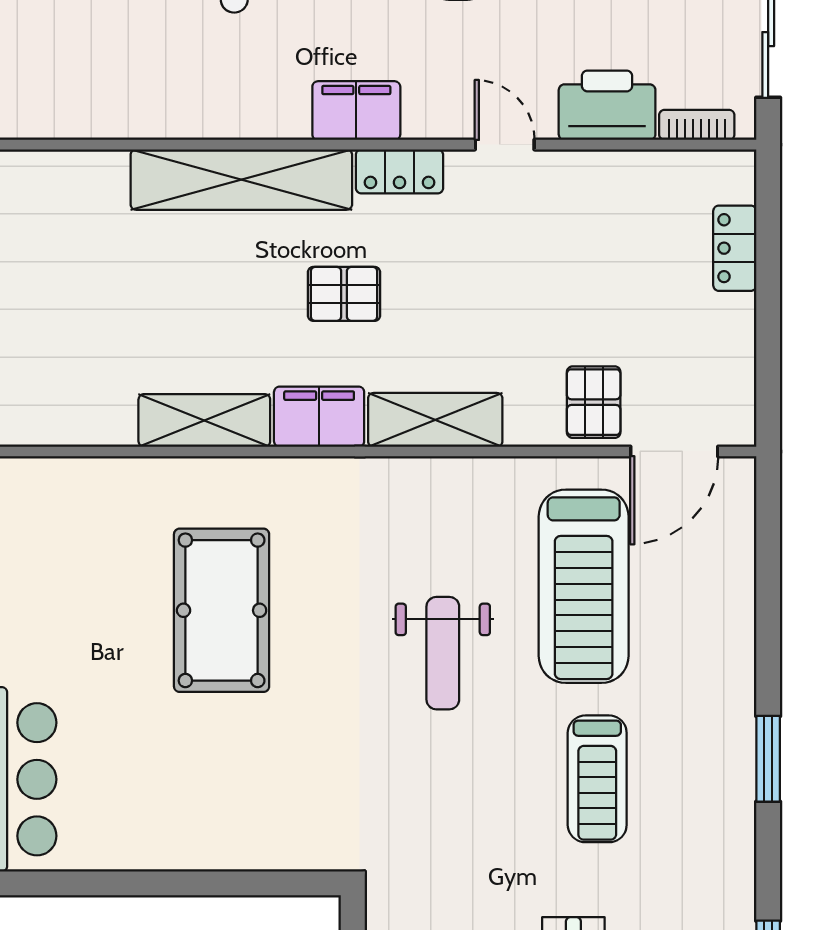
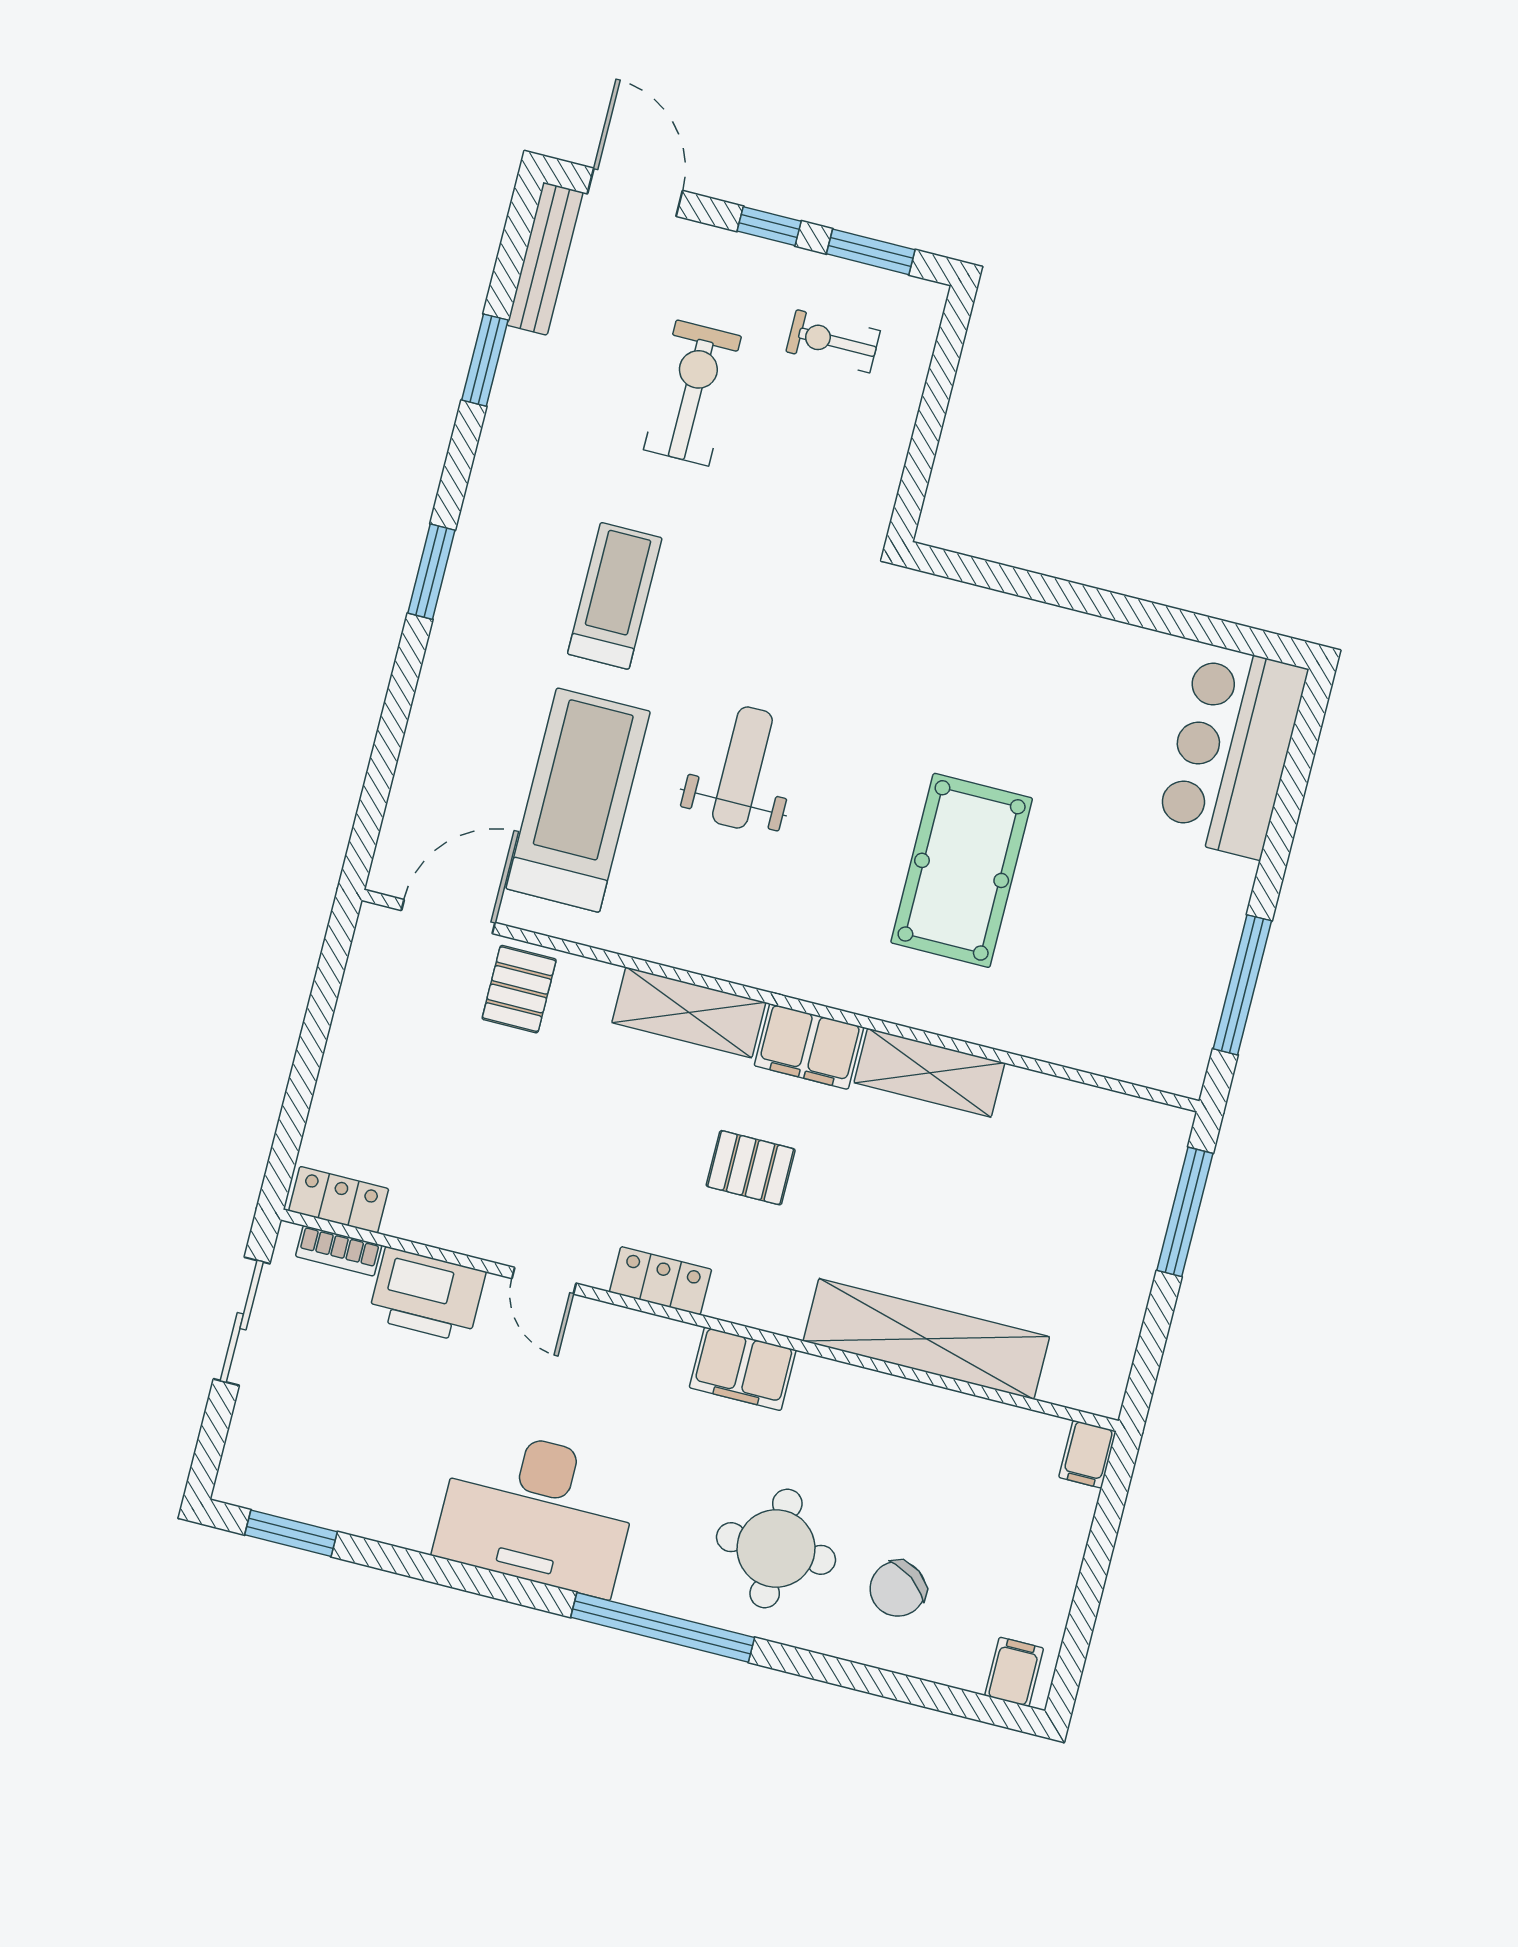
filing cabinet: (356, 111) -> (743, 1369), moved
shelving: (241, 180) -> (926, 1339), moved
locker: (735, 248) -> (339, 1200), moved, turned -90

